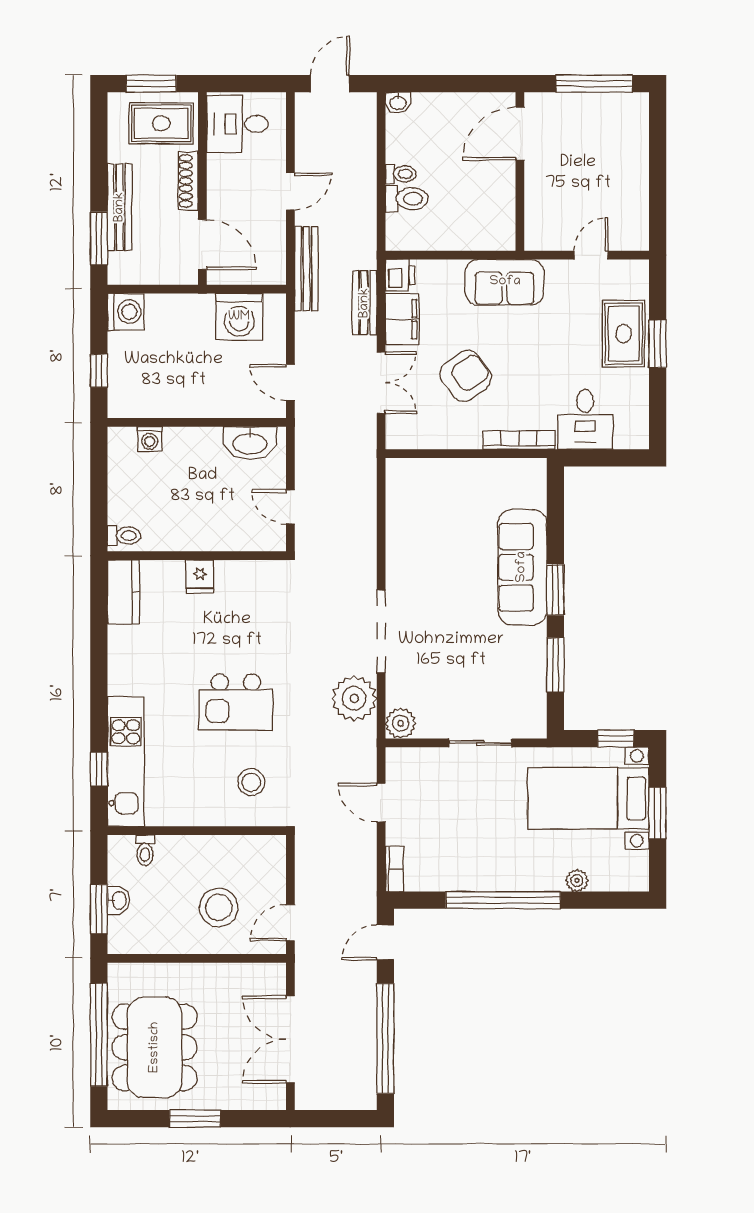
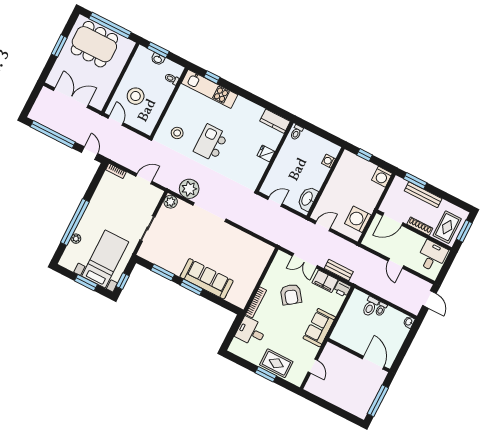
bench: (306, 269) -> (363, 254), removed
window: (503, 900) -> (75, 222), moved

